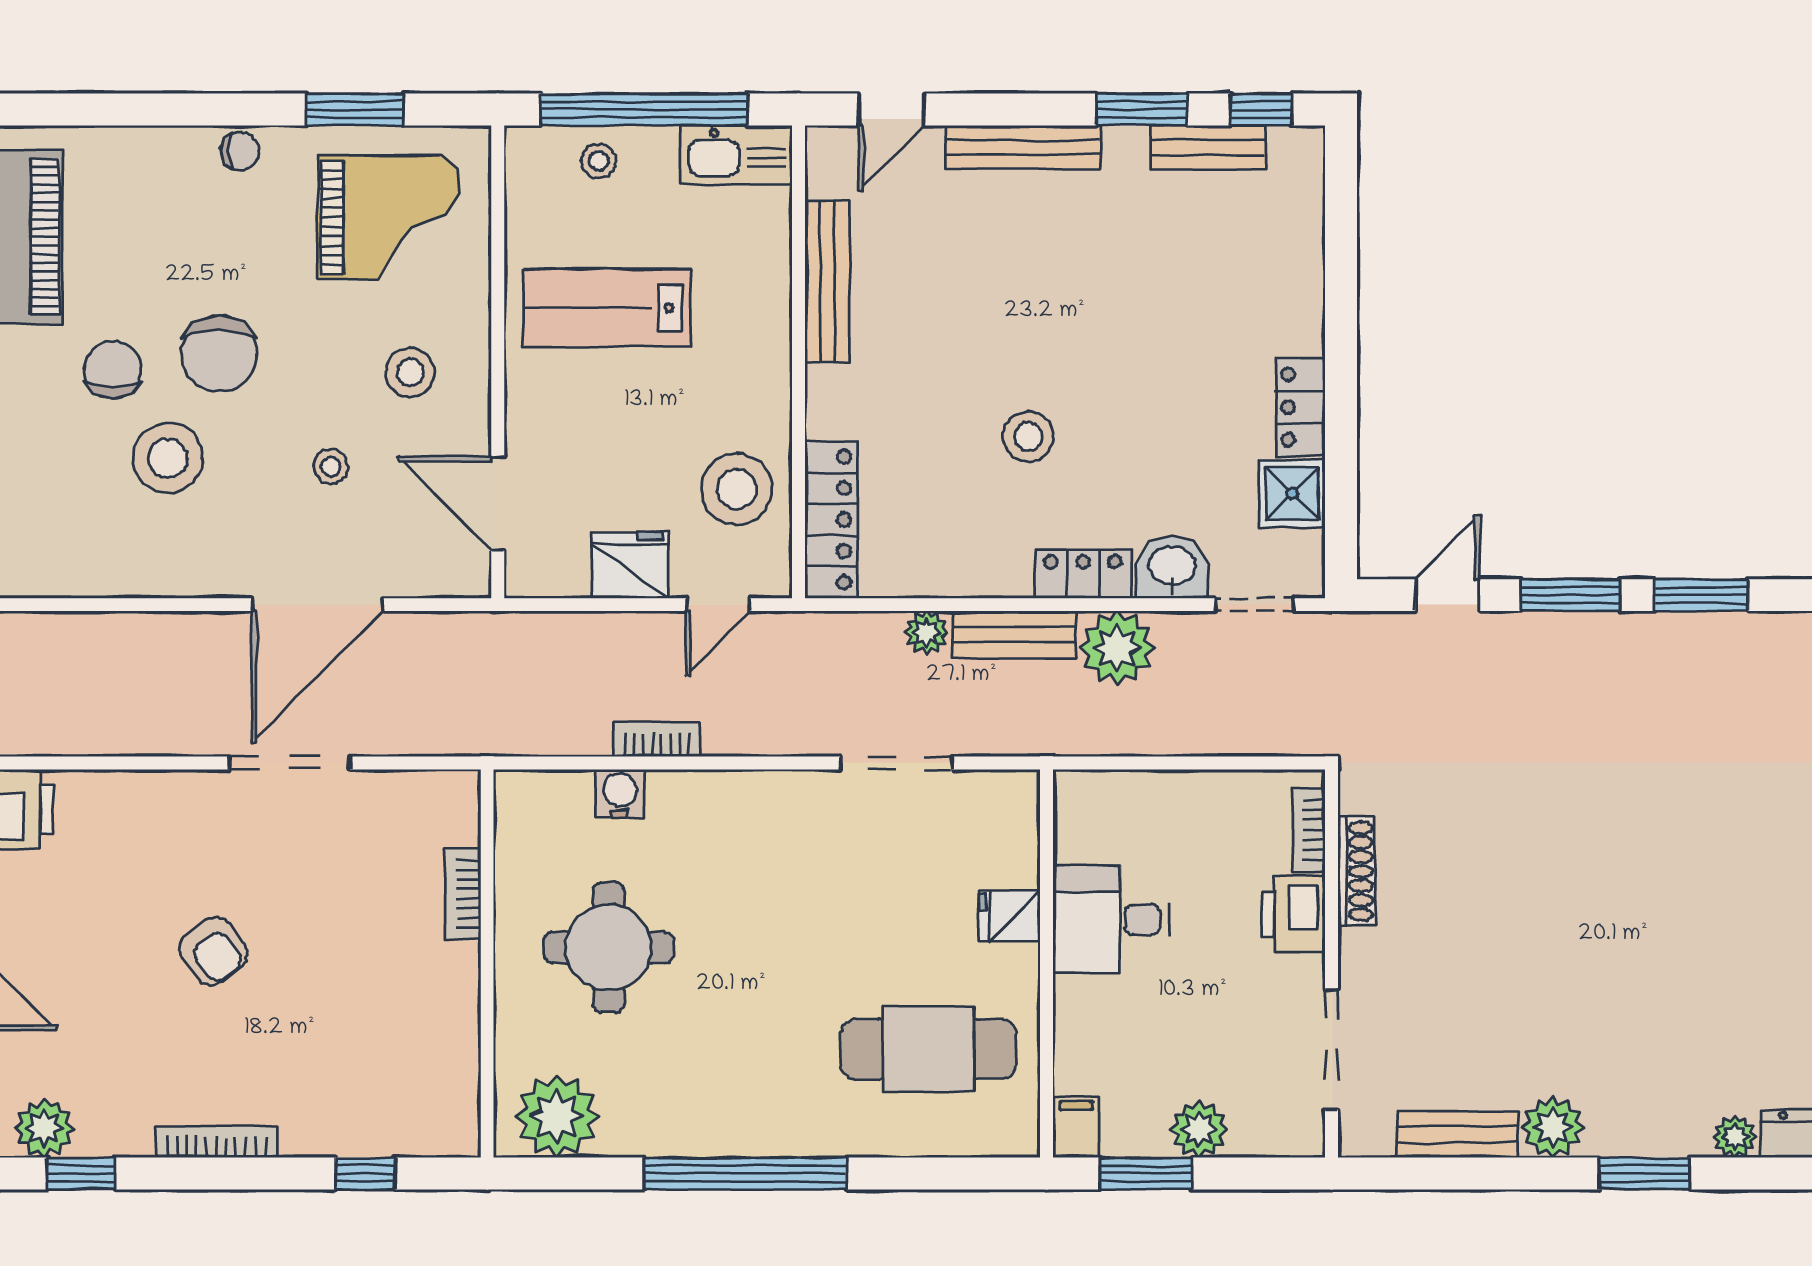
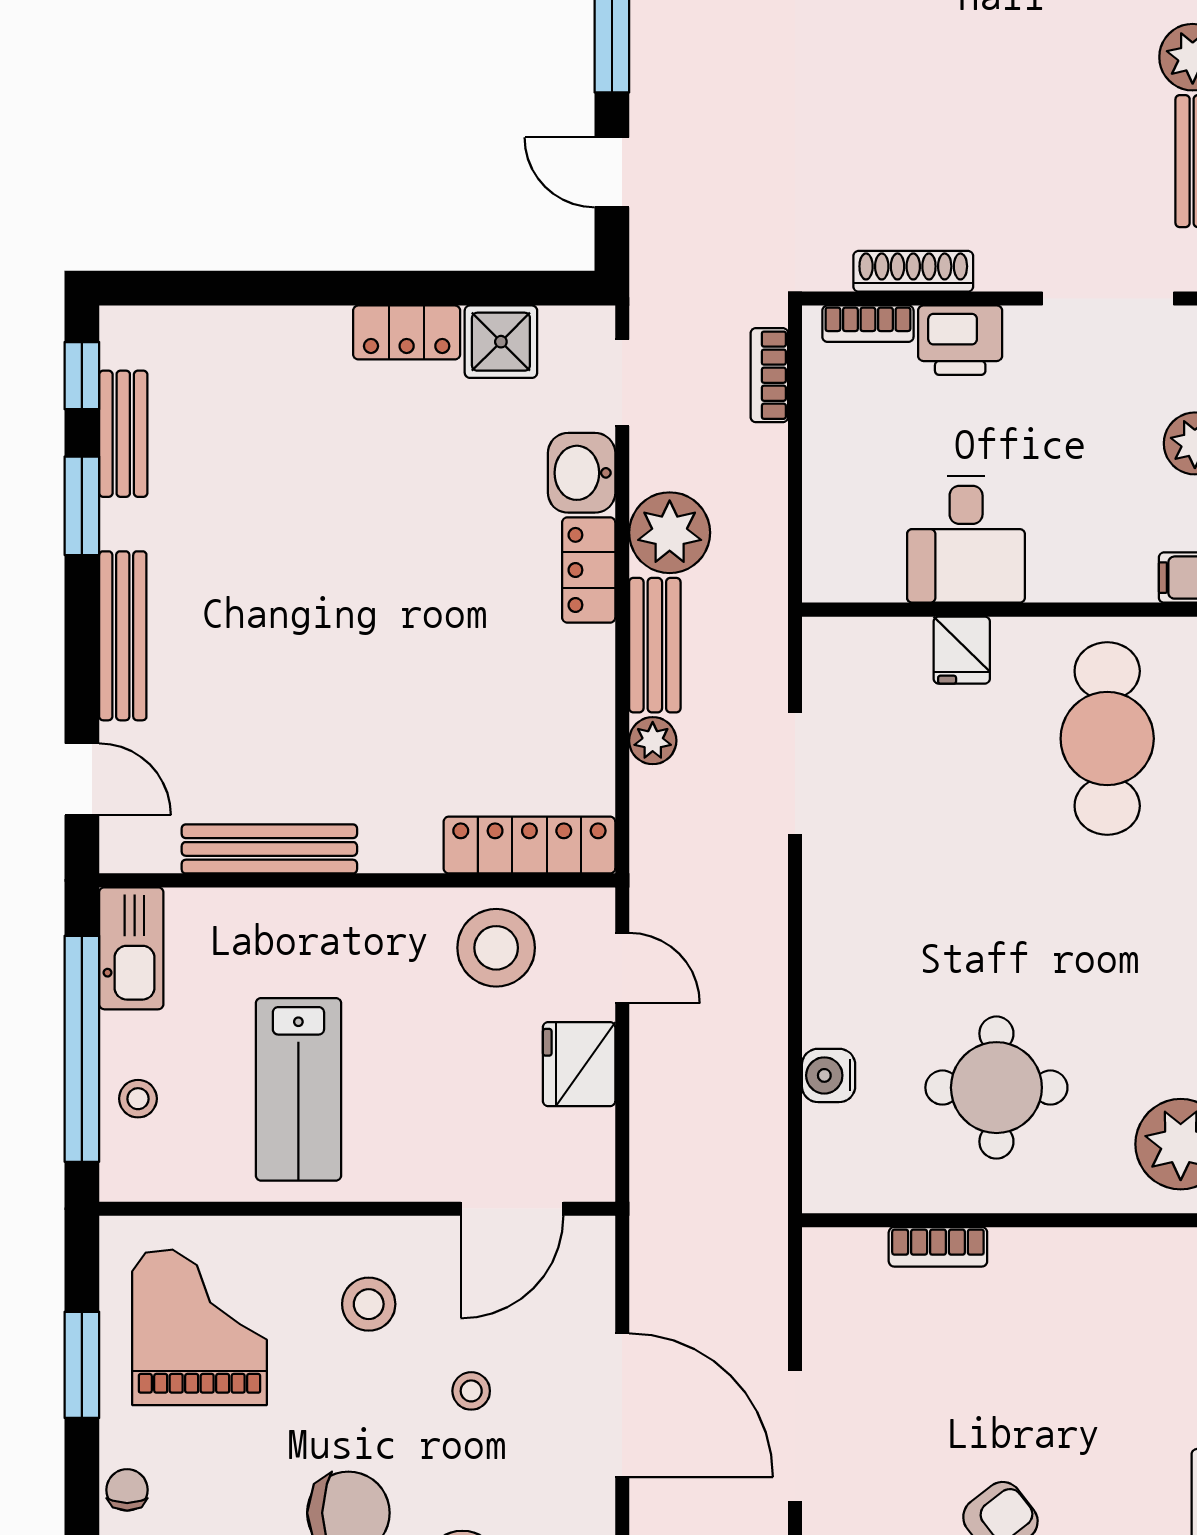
stool: (1028, 436) -> (439, 630), removed
bookcase: (657, 739) -> (769, 375), moved

